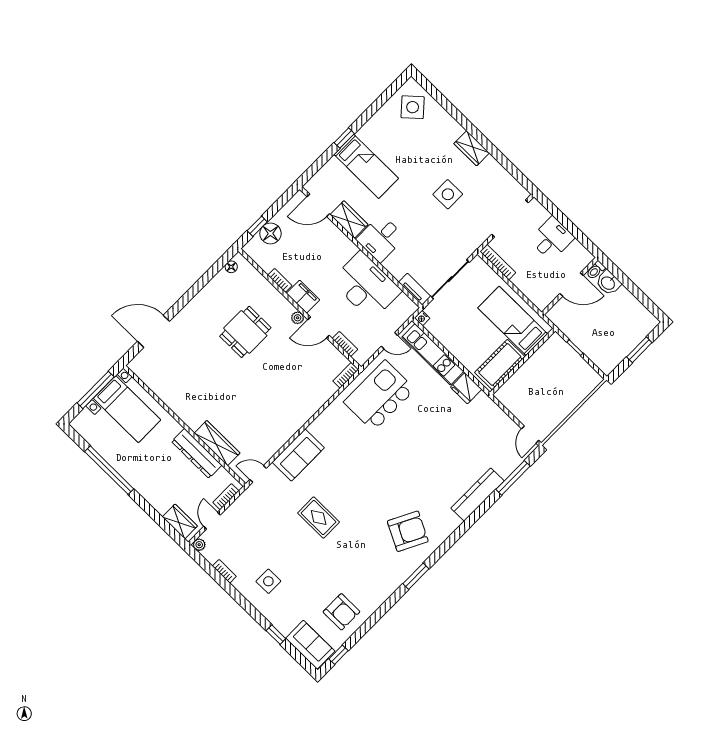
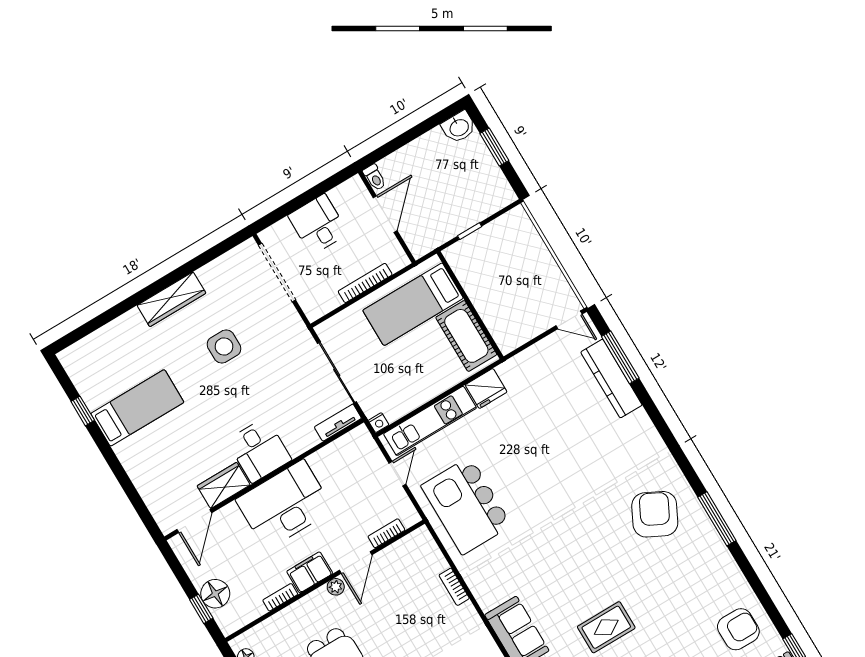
side table: (413, 107) -> (97, 363), removed
window: (344, 138) -> (83, 411), moved
wardrobe: (472, 148) -> (171, 299), width x1.50
bed: (366, 166) -> (137, 408), moved
bookcase: (498, 262) -> (365, 283), moved
washbasin: (608, 283) -> (459, 127), moved
desk: (366, 286) -> (285, 505), moved
bookcase: (346, 375) -> (454, 587), moved
kitchen counter: (478, 495) -> (611, 379), moved
window: (416, 576) -> (717, 519), width x1.44

